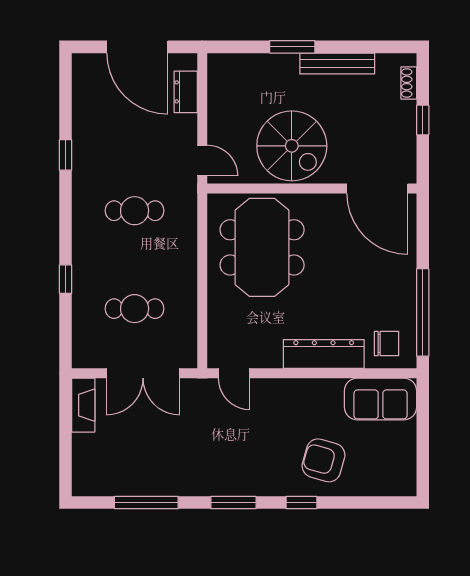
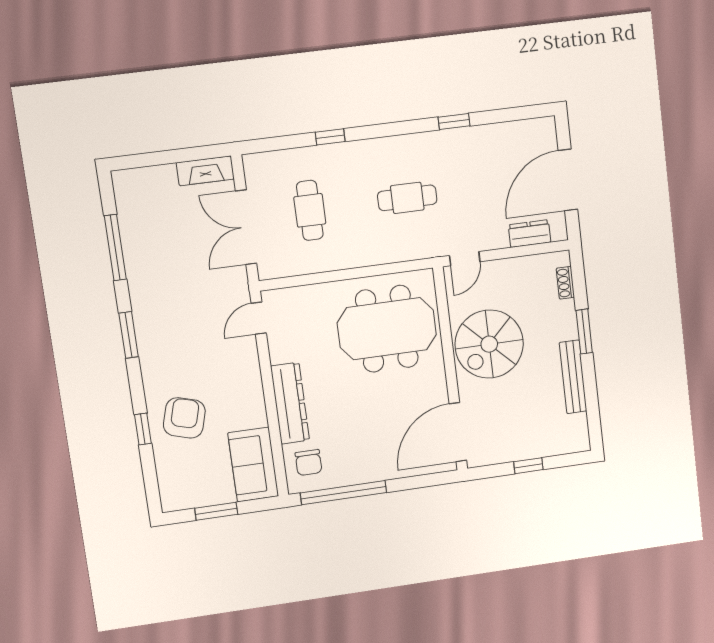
shoe rack: (409, 83) -> (565, 283), moved, turned -90
cafe table: (135, 211) -> (407, 198), turned 90
window: (423, 442) -> (216, 511), added
window: (301, 503) -> (143, 429), moved

